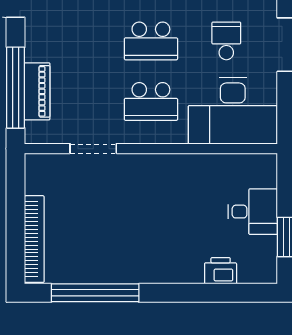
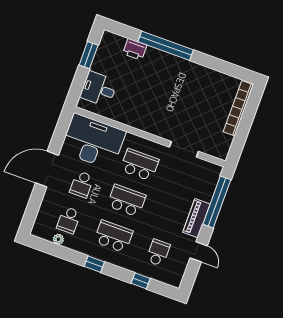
piano: (37, 91) -> (196, 218), moved
desk: (253, 212) -> (99, 89), moved
window: (95, 293) -> (166, 46), moved

